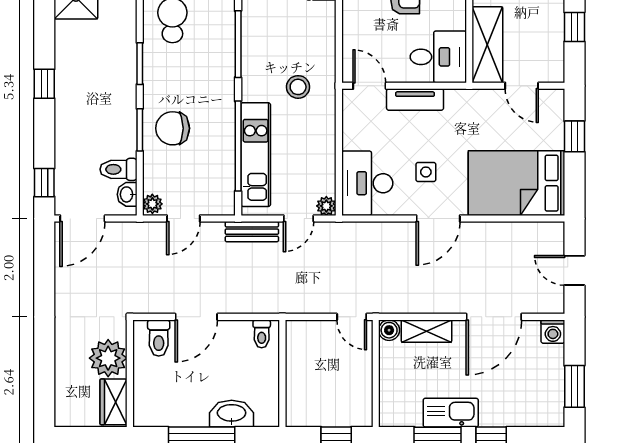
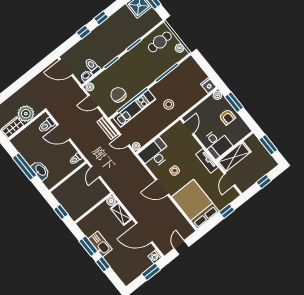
tv unit: (415, 100) -> (207, 161), moved
chair: (173, 128) -> (118, 95), moved
window: (44, 183) -> (83, 32), moved
door: (352, 317) -> (95, 172), moved
window: (574, 386) -> (151, 272), moved

